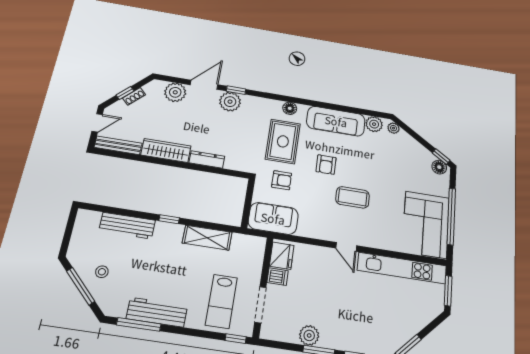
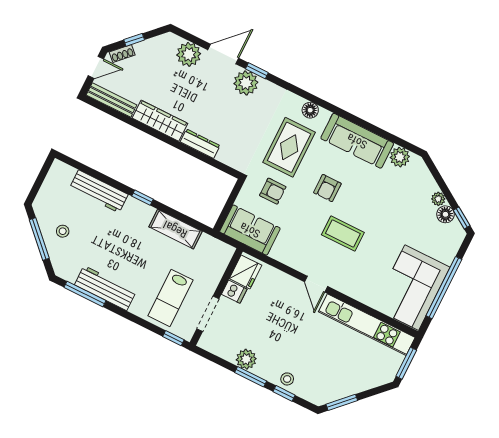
shoe rack: (134, 96) -> (122, 54), moved
plant: (393, 128) -> (438, 199), moved
floor lamp: (439, 167) -> (445, 214), moved
stool: (352, 341) -> (287, 379), added

